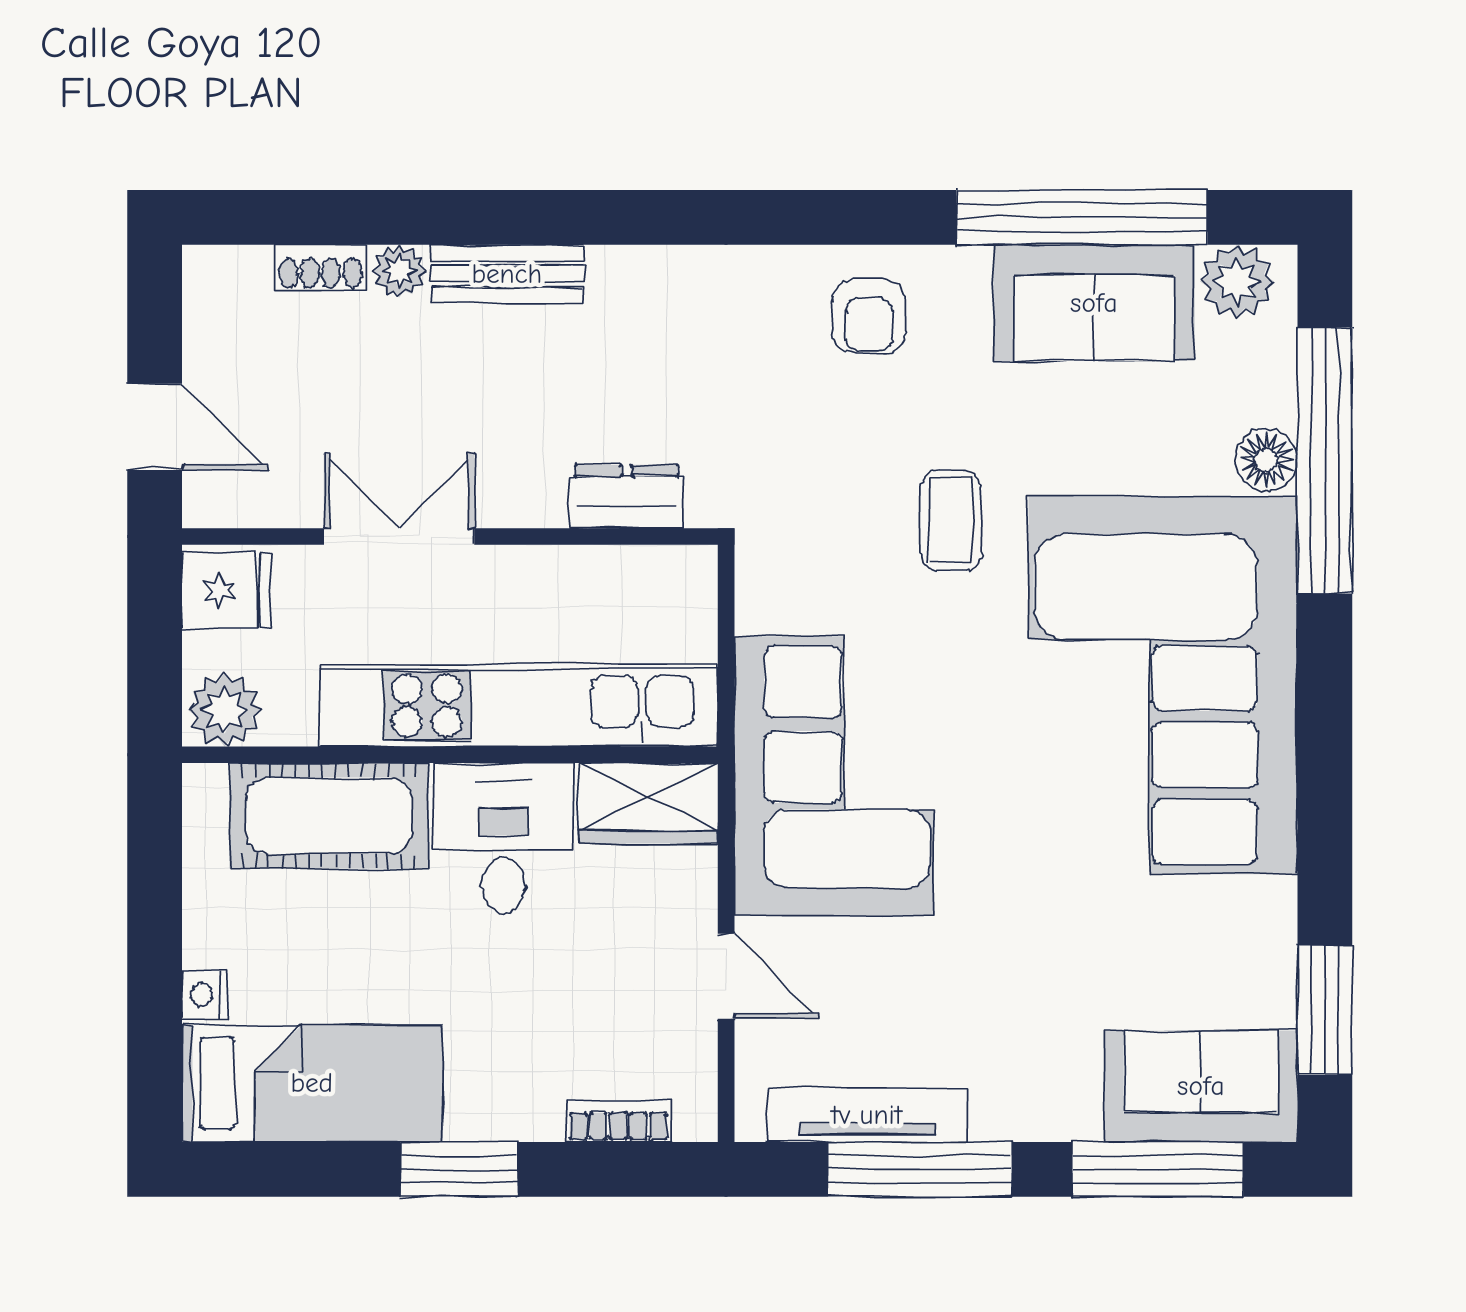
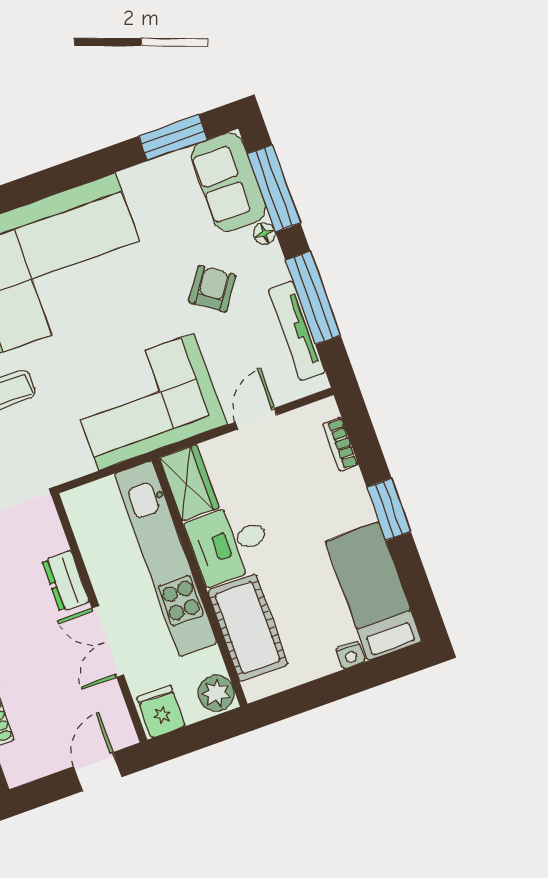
dresser: (626, 497) -> (65, 581), moved
armchair: (1007, 981) -> (212, 289), added
floor lamp: (1077, 1120) -> (264, 234), added

